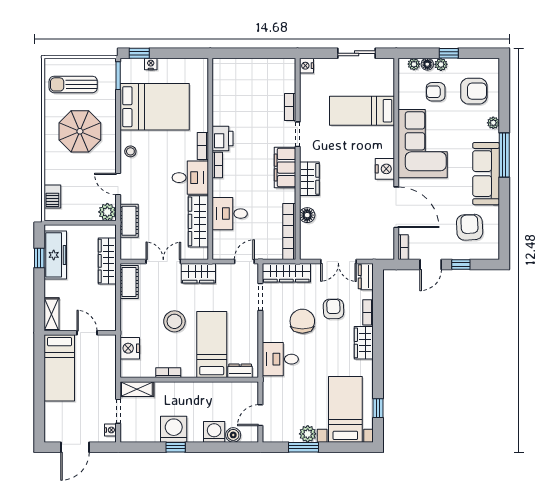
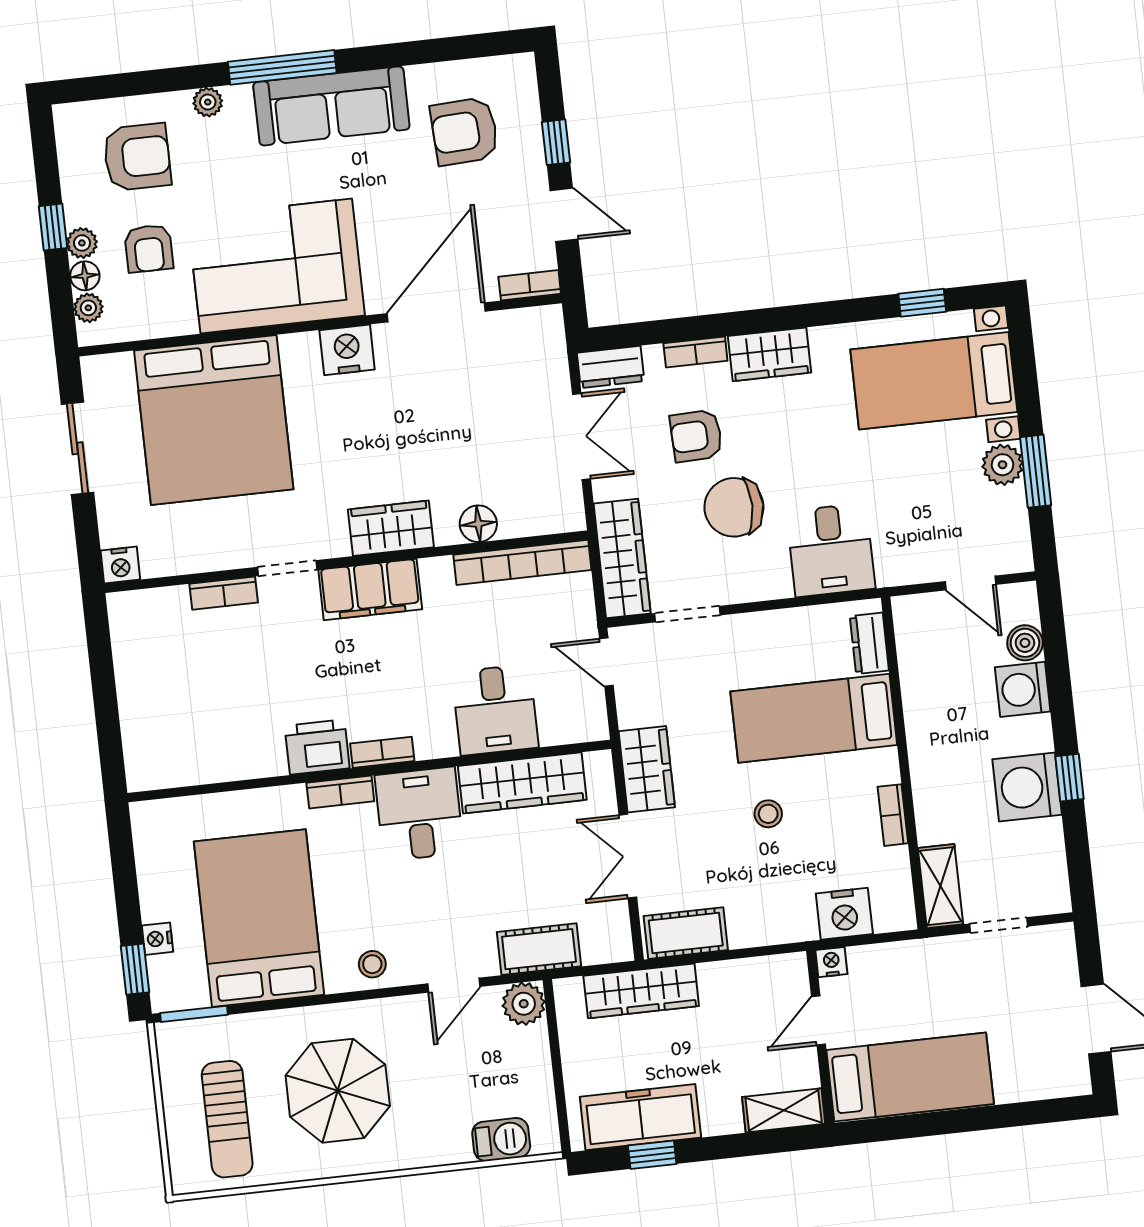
armchair: (474, 91) -> (137, 157), turned 90
bed: (362, 111) -> (214, 420), width x2.04
stool: (174, 321) -> (768, 814), width x0.53, depth x0.53
nightstand: (110, 430) -> (831, 962), moved

